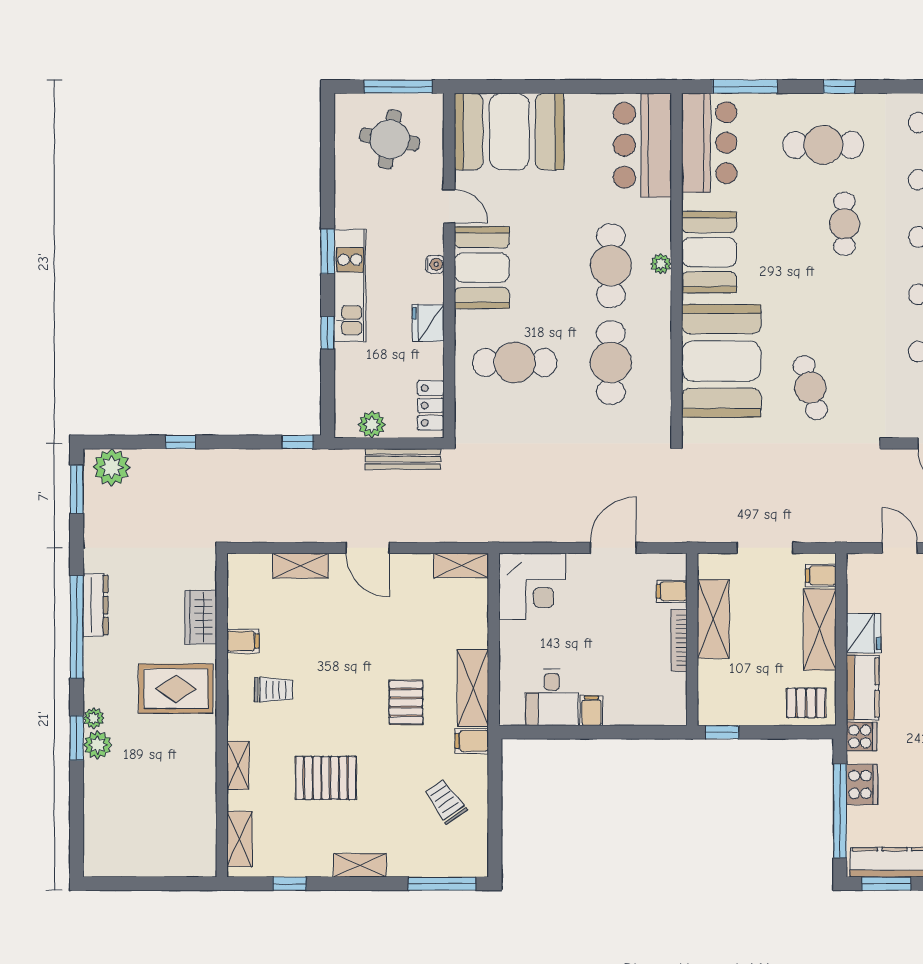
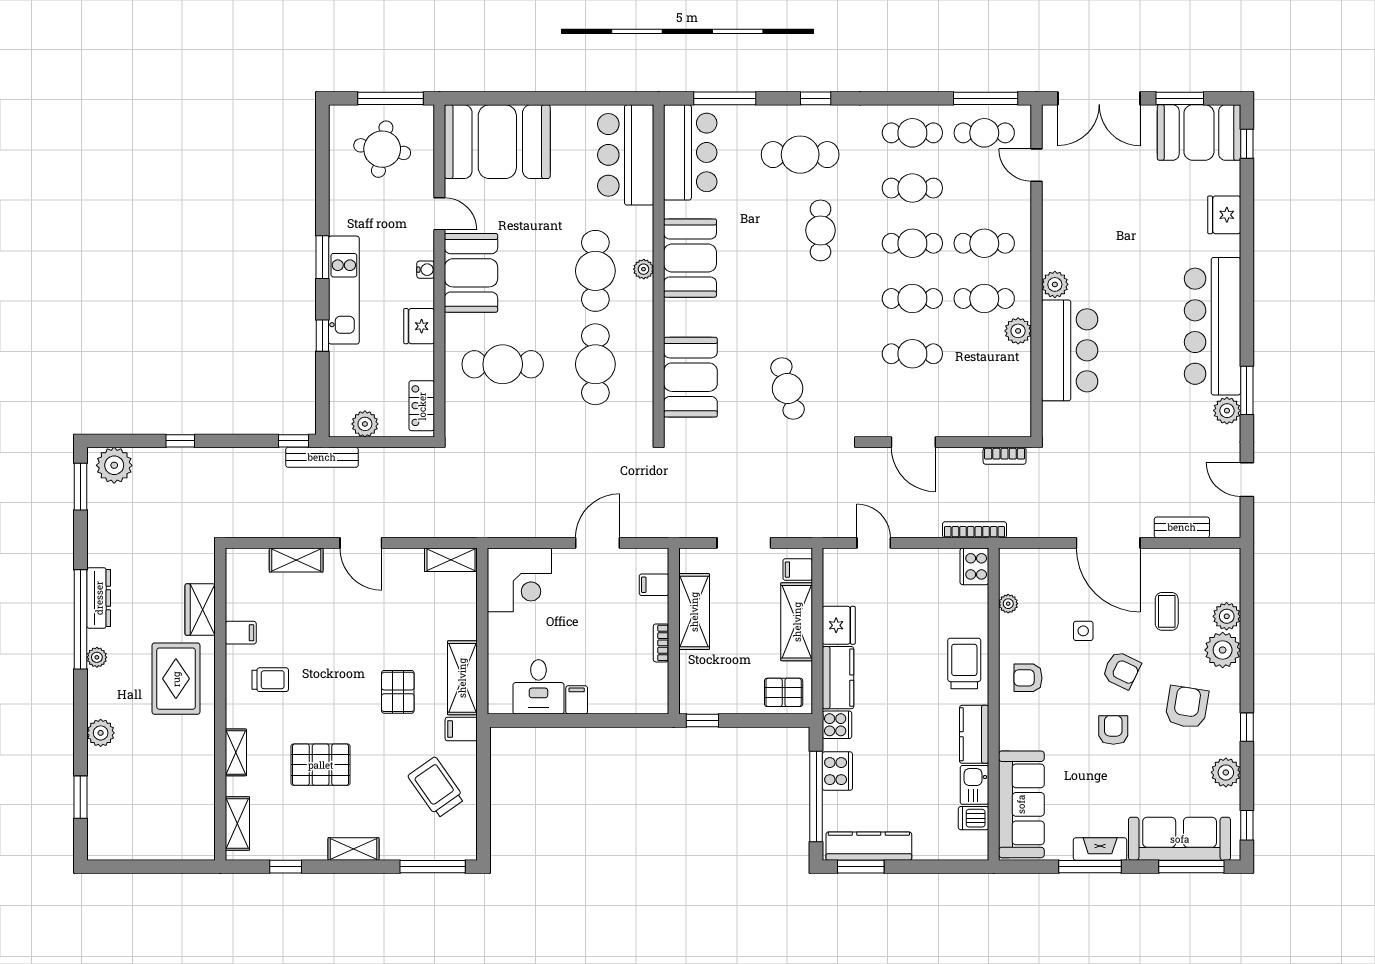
booth: (721, 361) -> (690, 377), width x0.73, depth x0.70
bench: (403, 459) -> (322, 457), moved
bookcase: (679, 640) -> (661, 643), width x0.64
rug: (176, 689) -> (176, 679), turned 90
plant: (94, 718) -> (97, 657), moved
window: (77, 738) -> (80, 797), moved
trolley: (446, 802) -> (436, 787), width x1.36, depth x1.39

